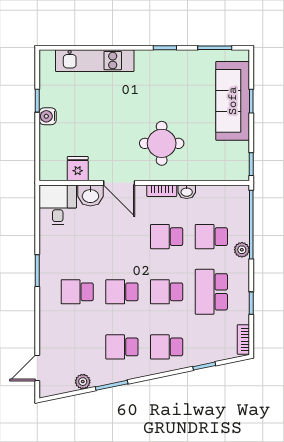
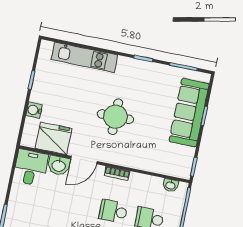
water cooler: (48, 116) -> (34, 110), moved
round table: (162, 143) -> (115, 117), moved
fridge: (78, 169) -> (54, 138), width x1.88, depth x1.34
door: (119, 183) -> (84, 160), hinge flipped
washbasin: (187, 192) -> (171, 185), moved

